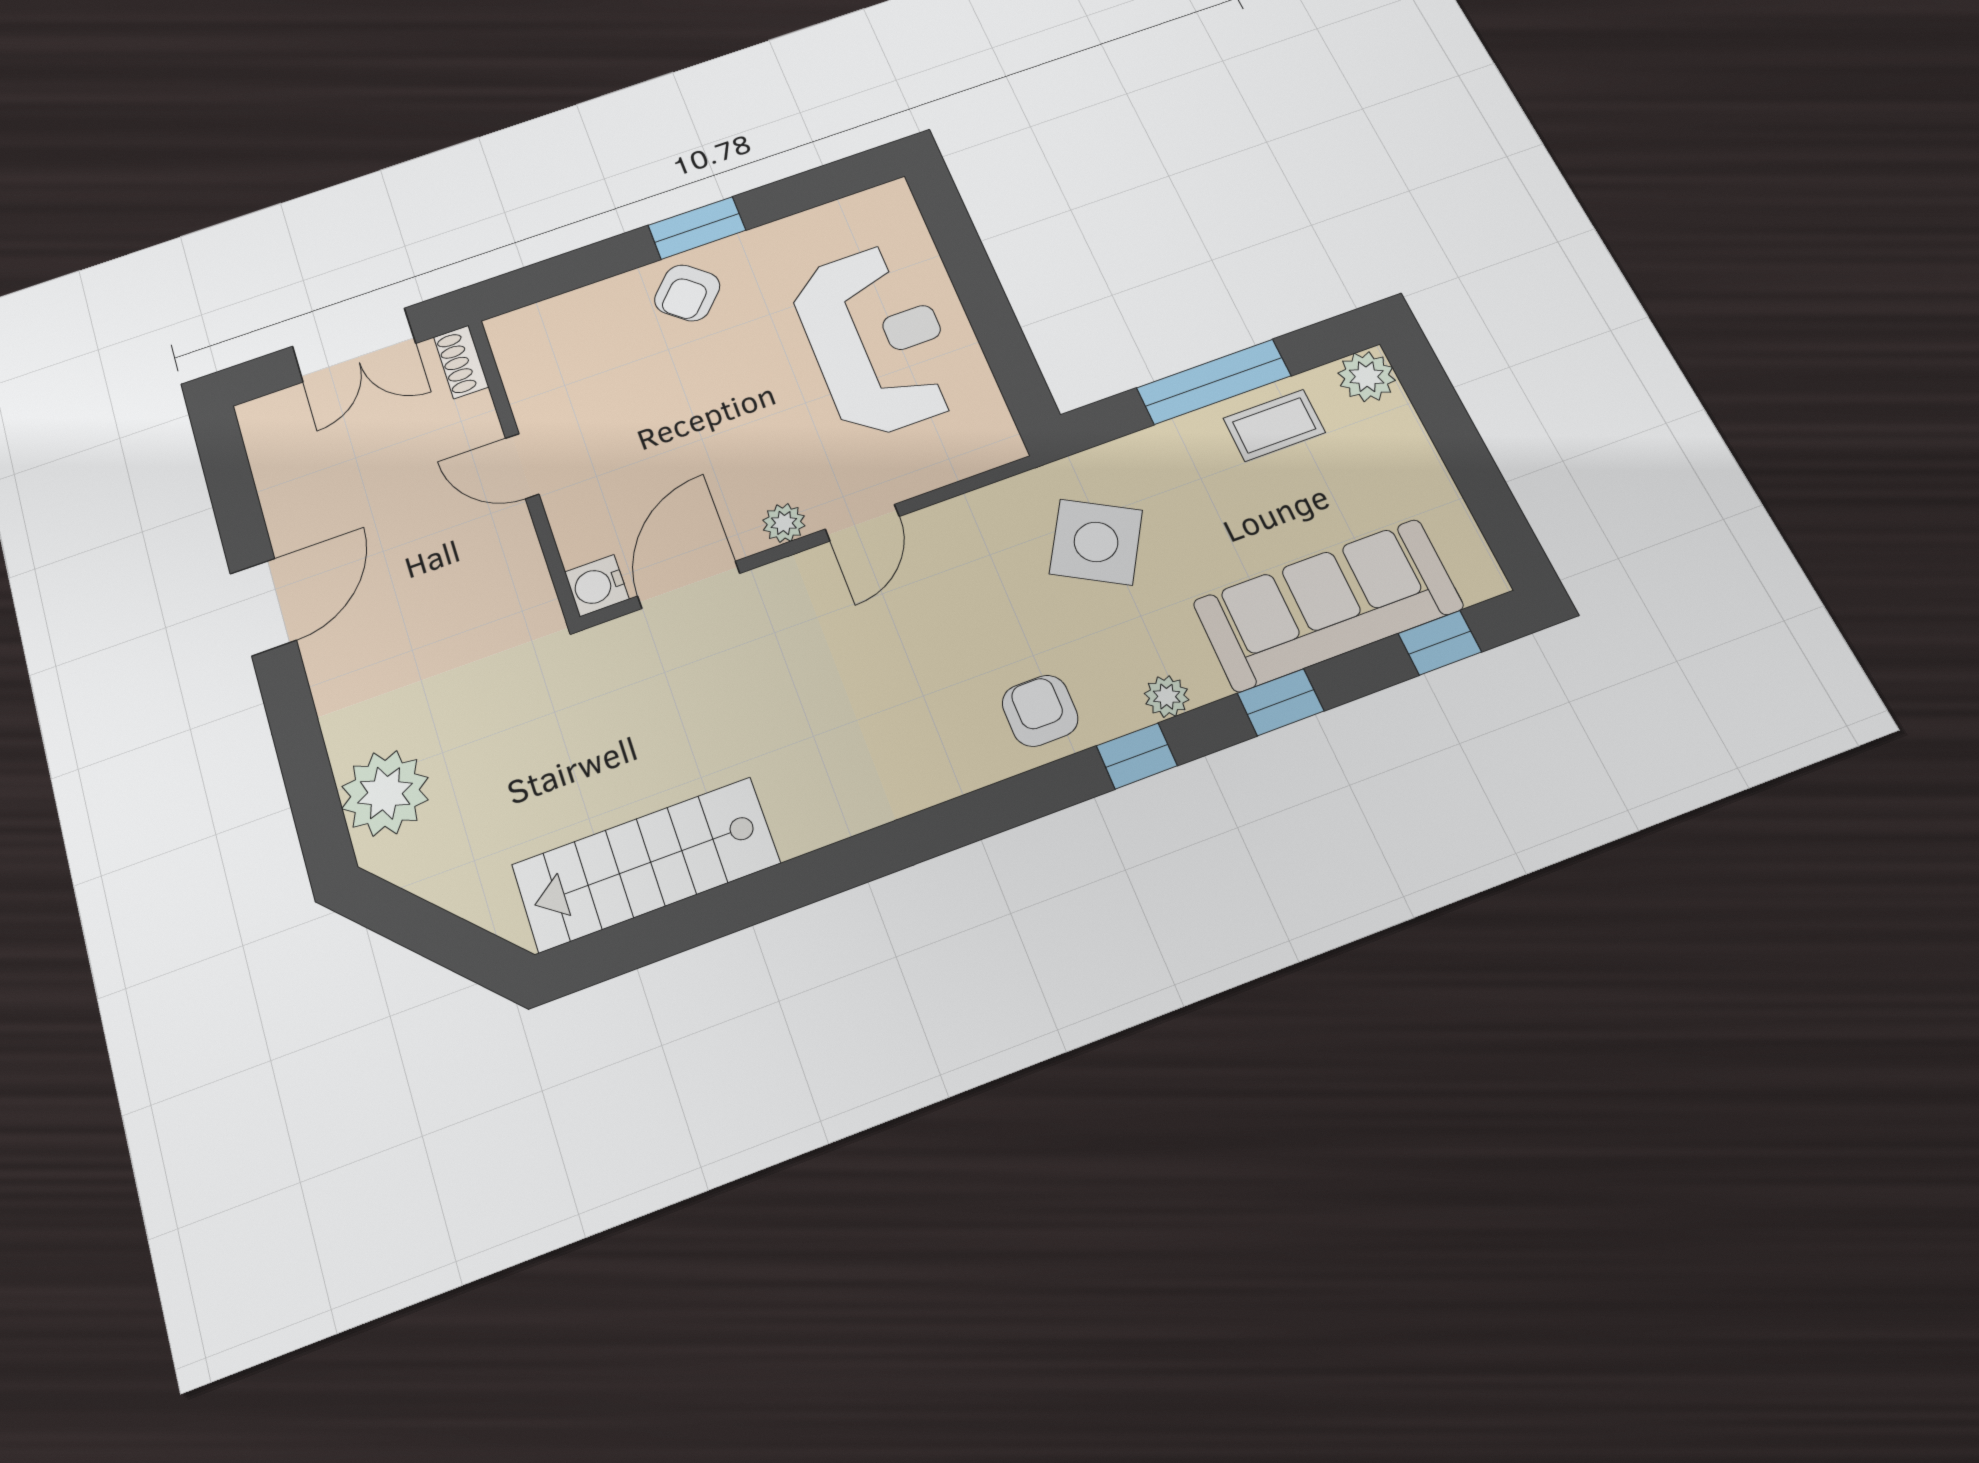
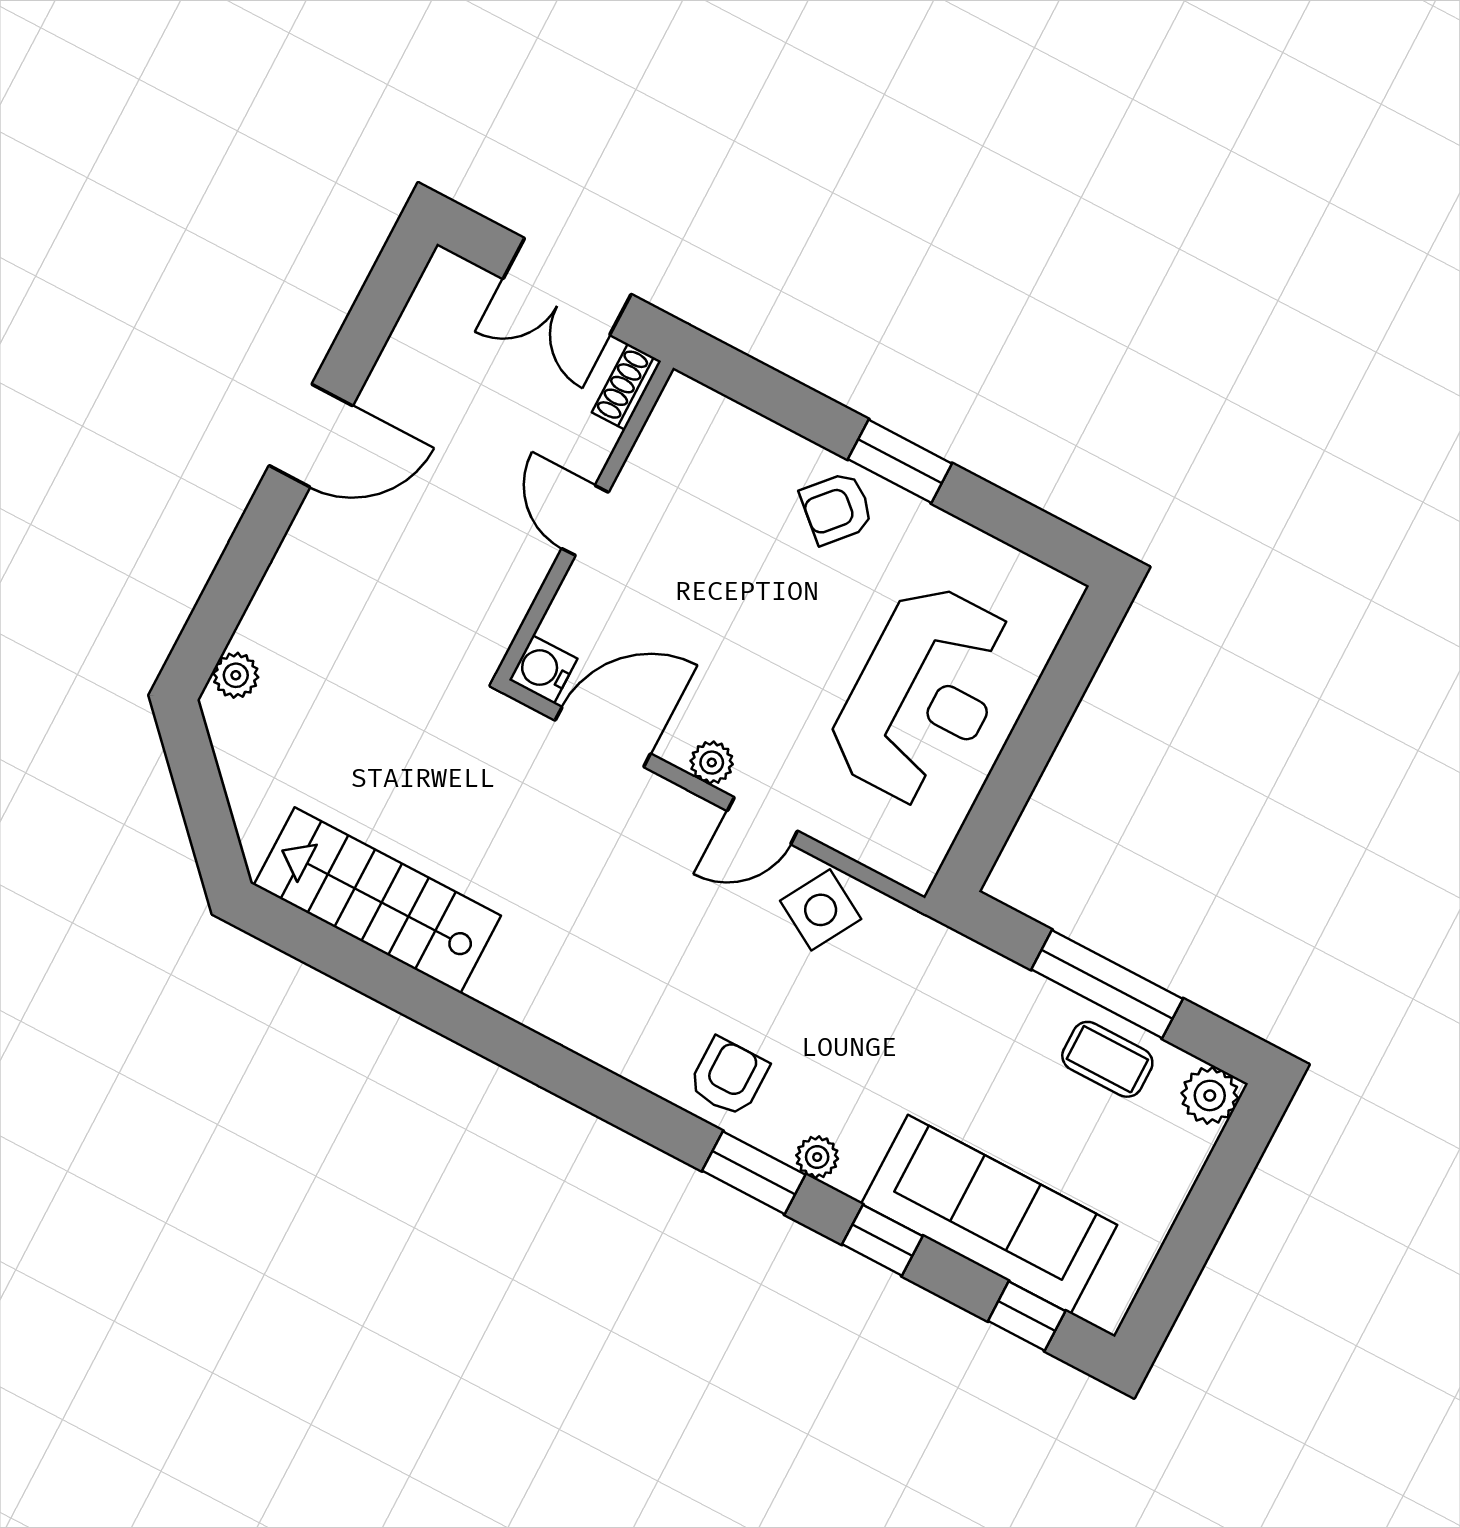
side table: (1096, 542) -> (821, 910), moved, width x0.73, depth x0.73
window: (1137, 756) -> (754, 1173), width x1.50
plant: (385, 793) -> (236, 675), width x0.53, depth x0.53

